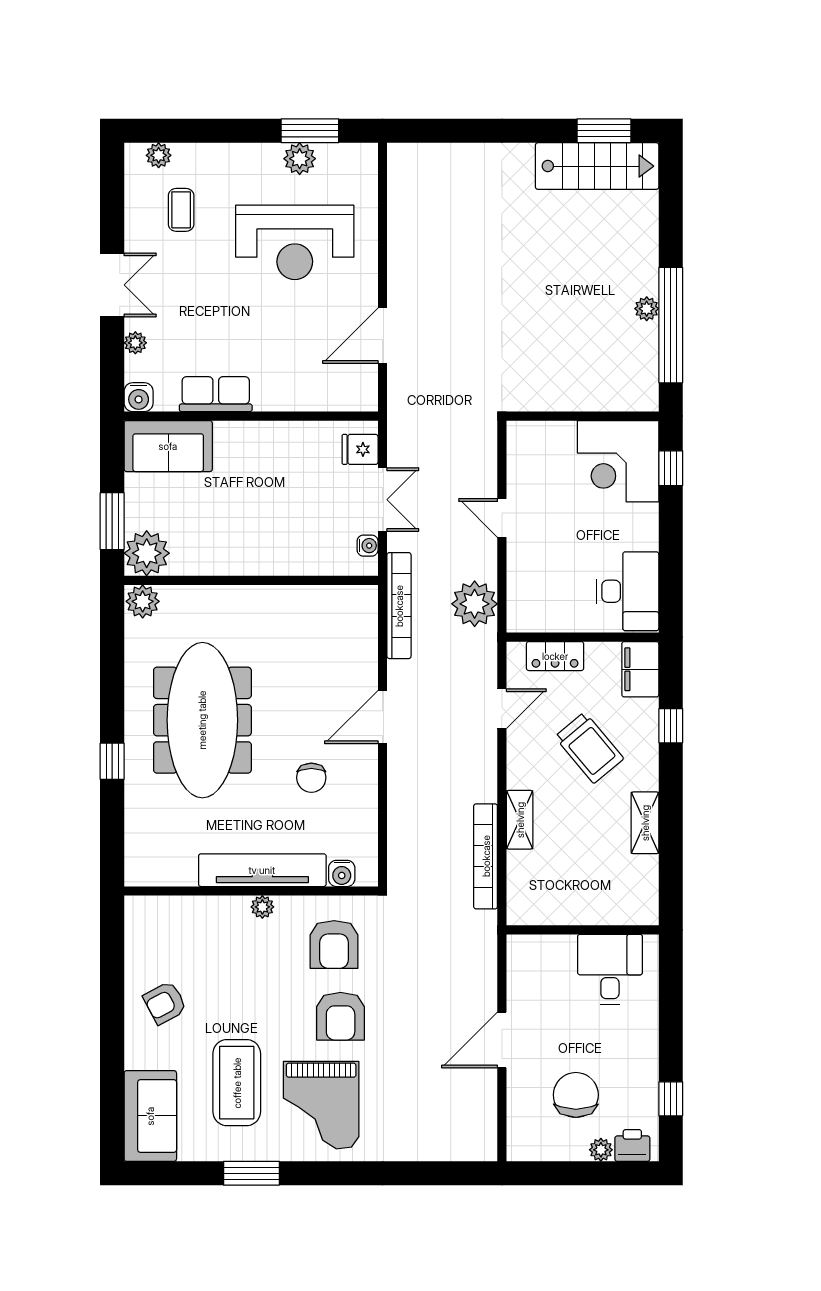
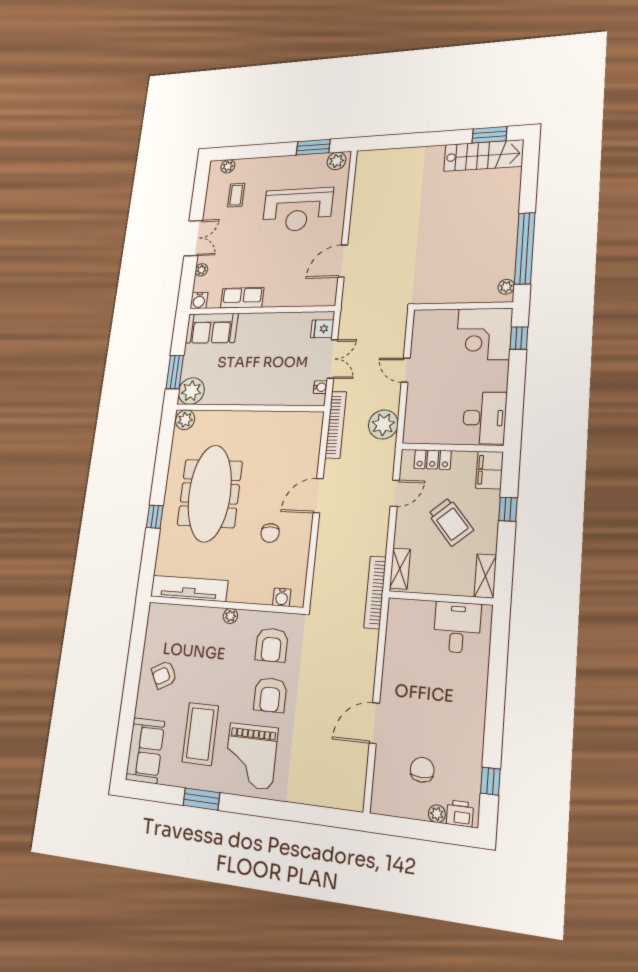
plant: (300, 159) -> (336, 161), moved
plant: (647, 309) -> (506, 287), moved
tv unit: (262, 870) -> (189, 588), moved
wall: (583, 930) -> (440, 598), moved
desk: (610, 969) -> (457, 627), moved
chair: (576, 1095) -> (422, 770), width x0.73, depth x0.73

